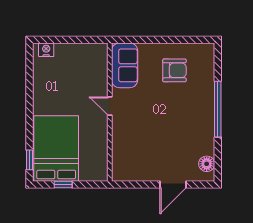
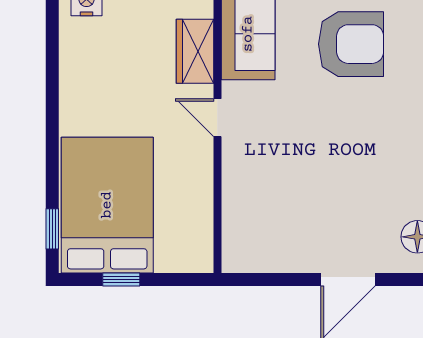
armchair: (174, 70) -> (351, 44), width x1.36, depth x1.36
wardrobe: (99, 74) -> (195, 51), added

